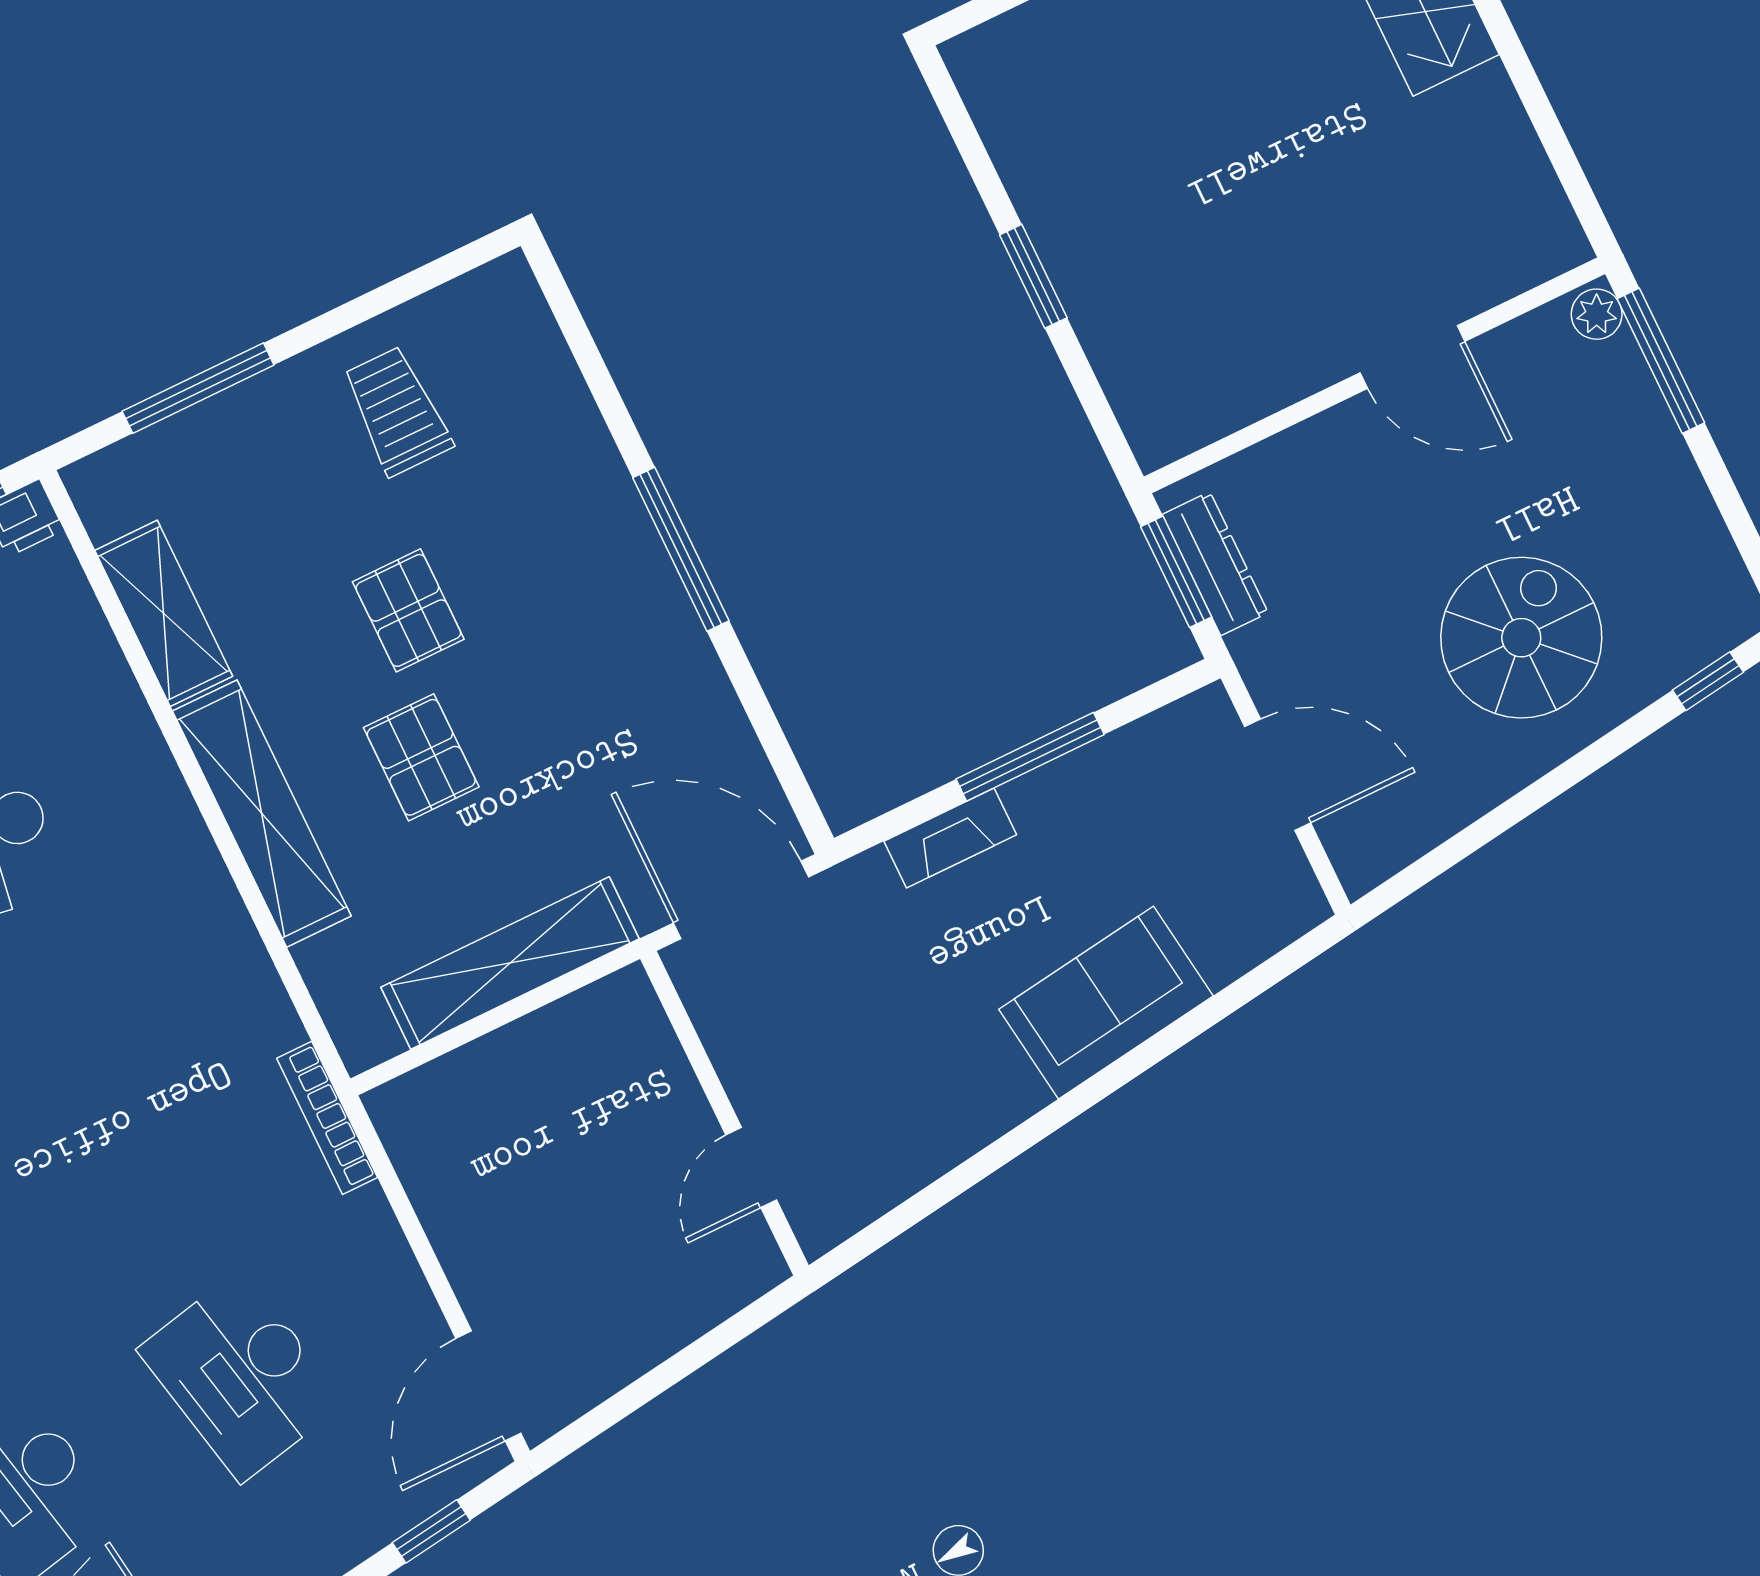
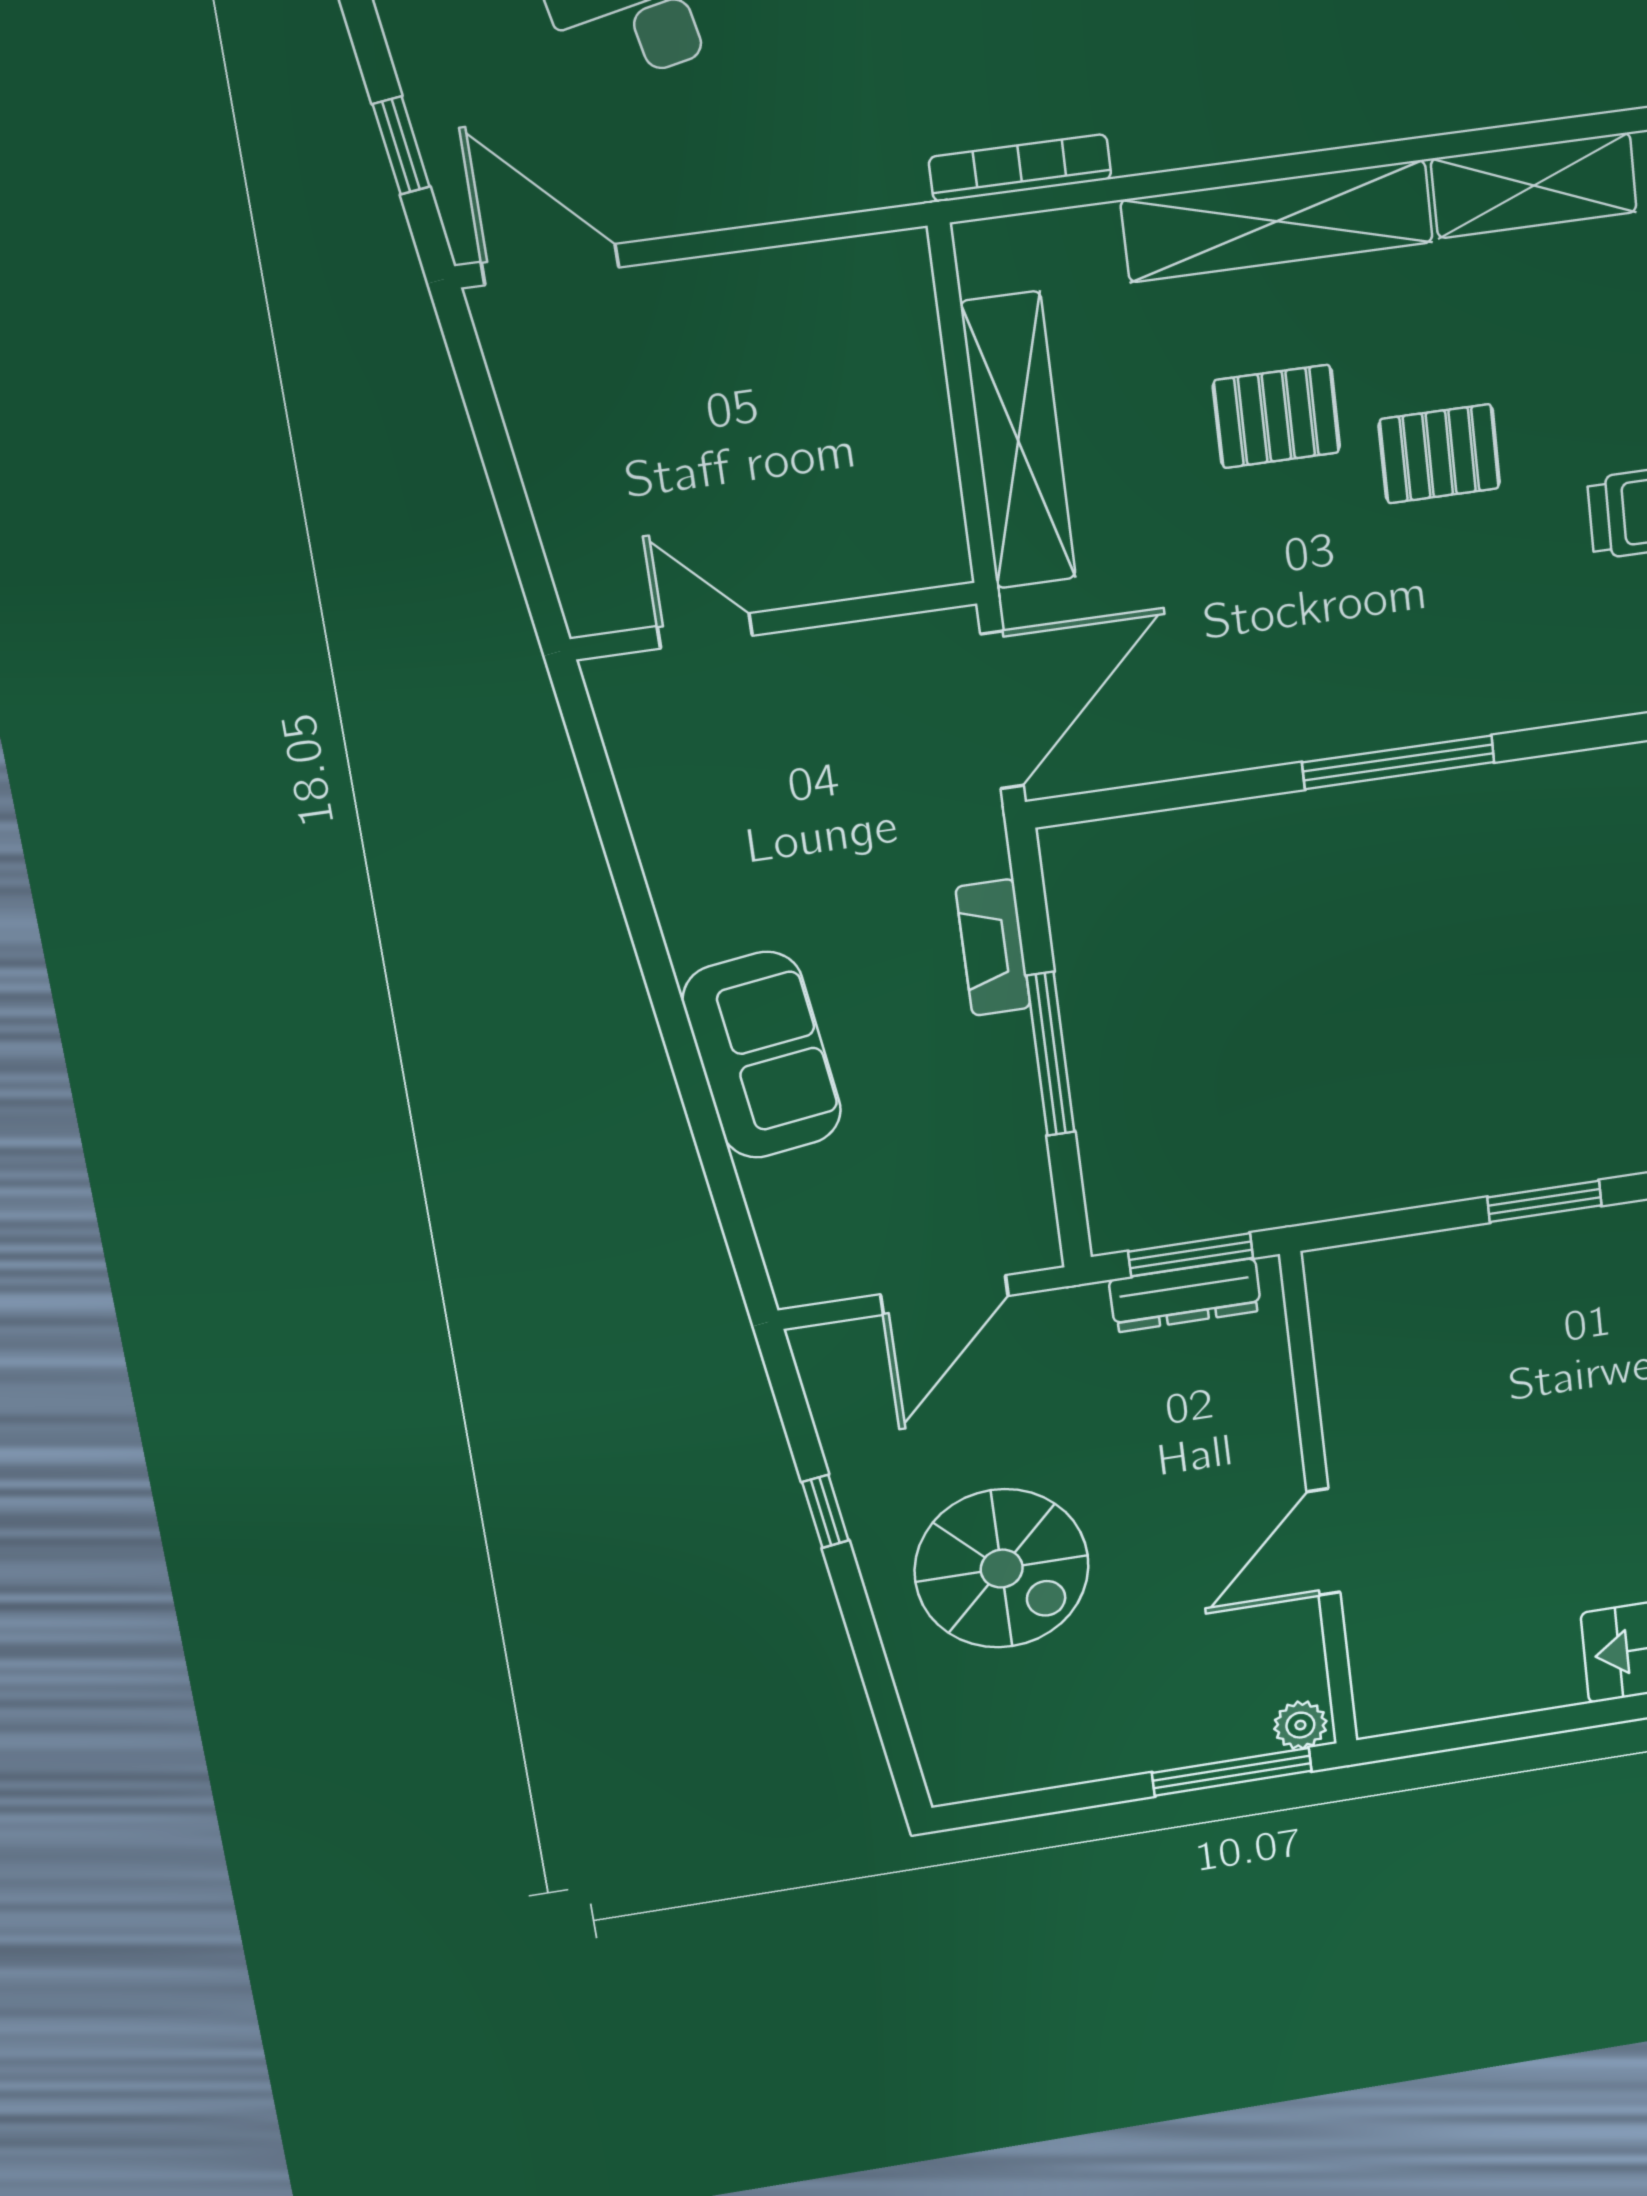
window: (1708, 681) -> (825, 1511), moved
bookcase: (327, 1118) -> (1020, 168), moved

